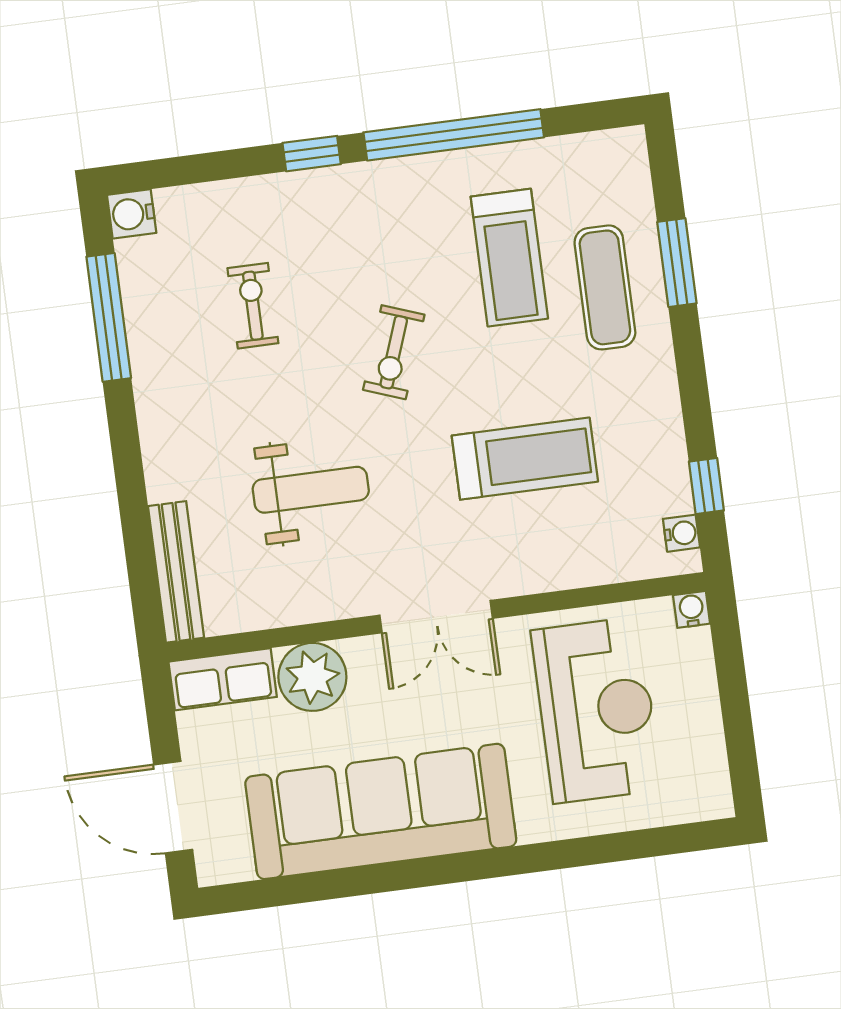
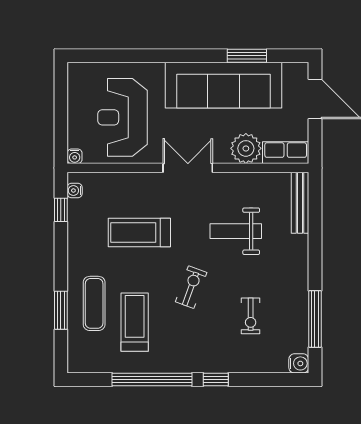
window: (337, 884) -> (247, 56), added

